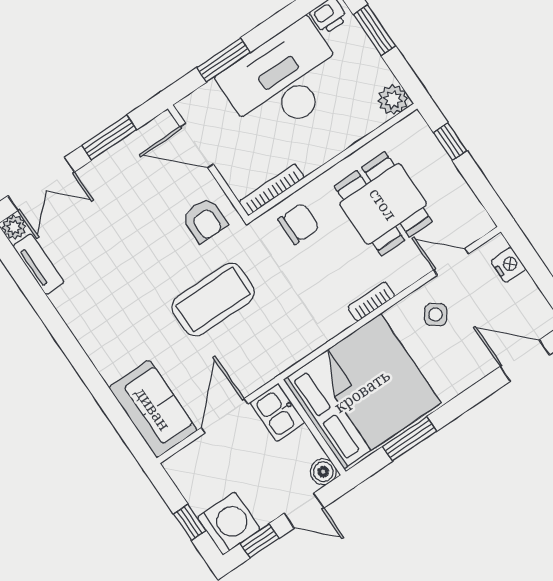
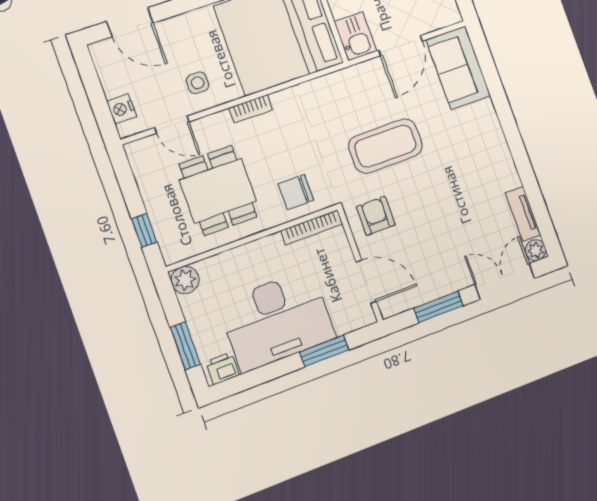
side table: (436, 315) -> (198, 83), turned -35

